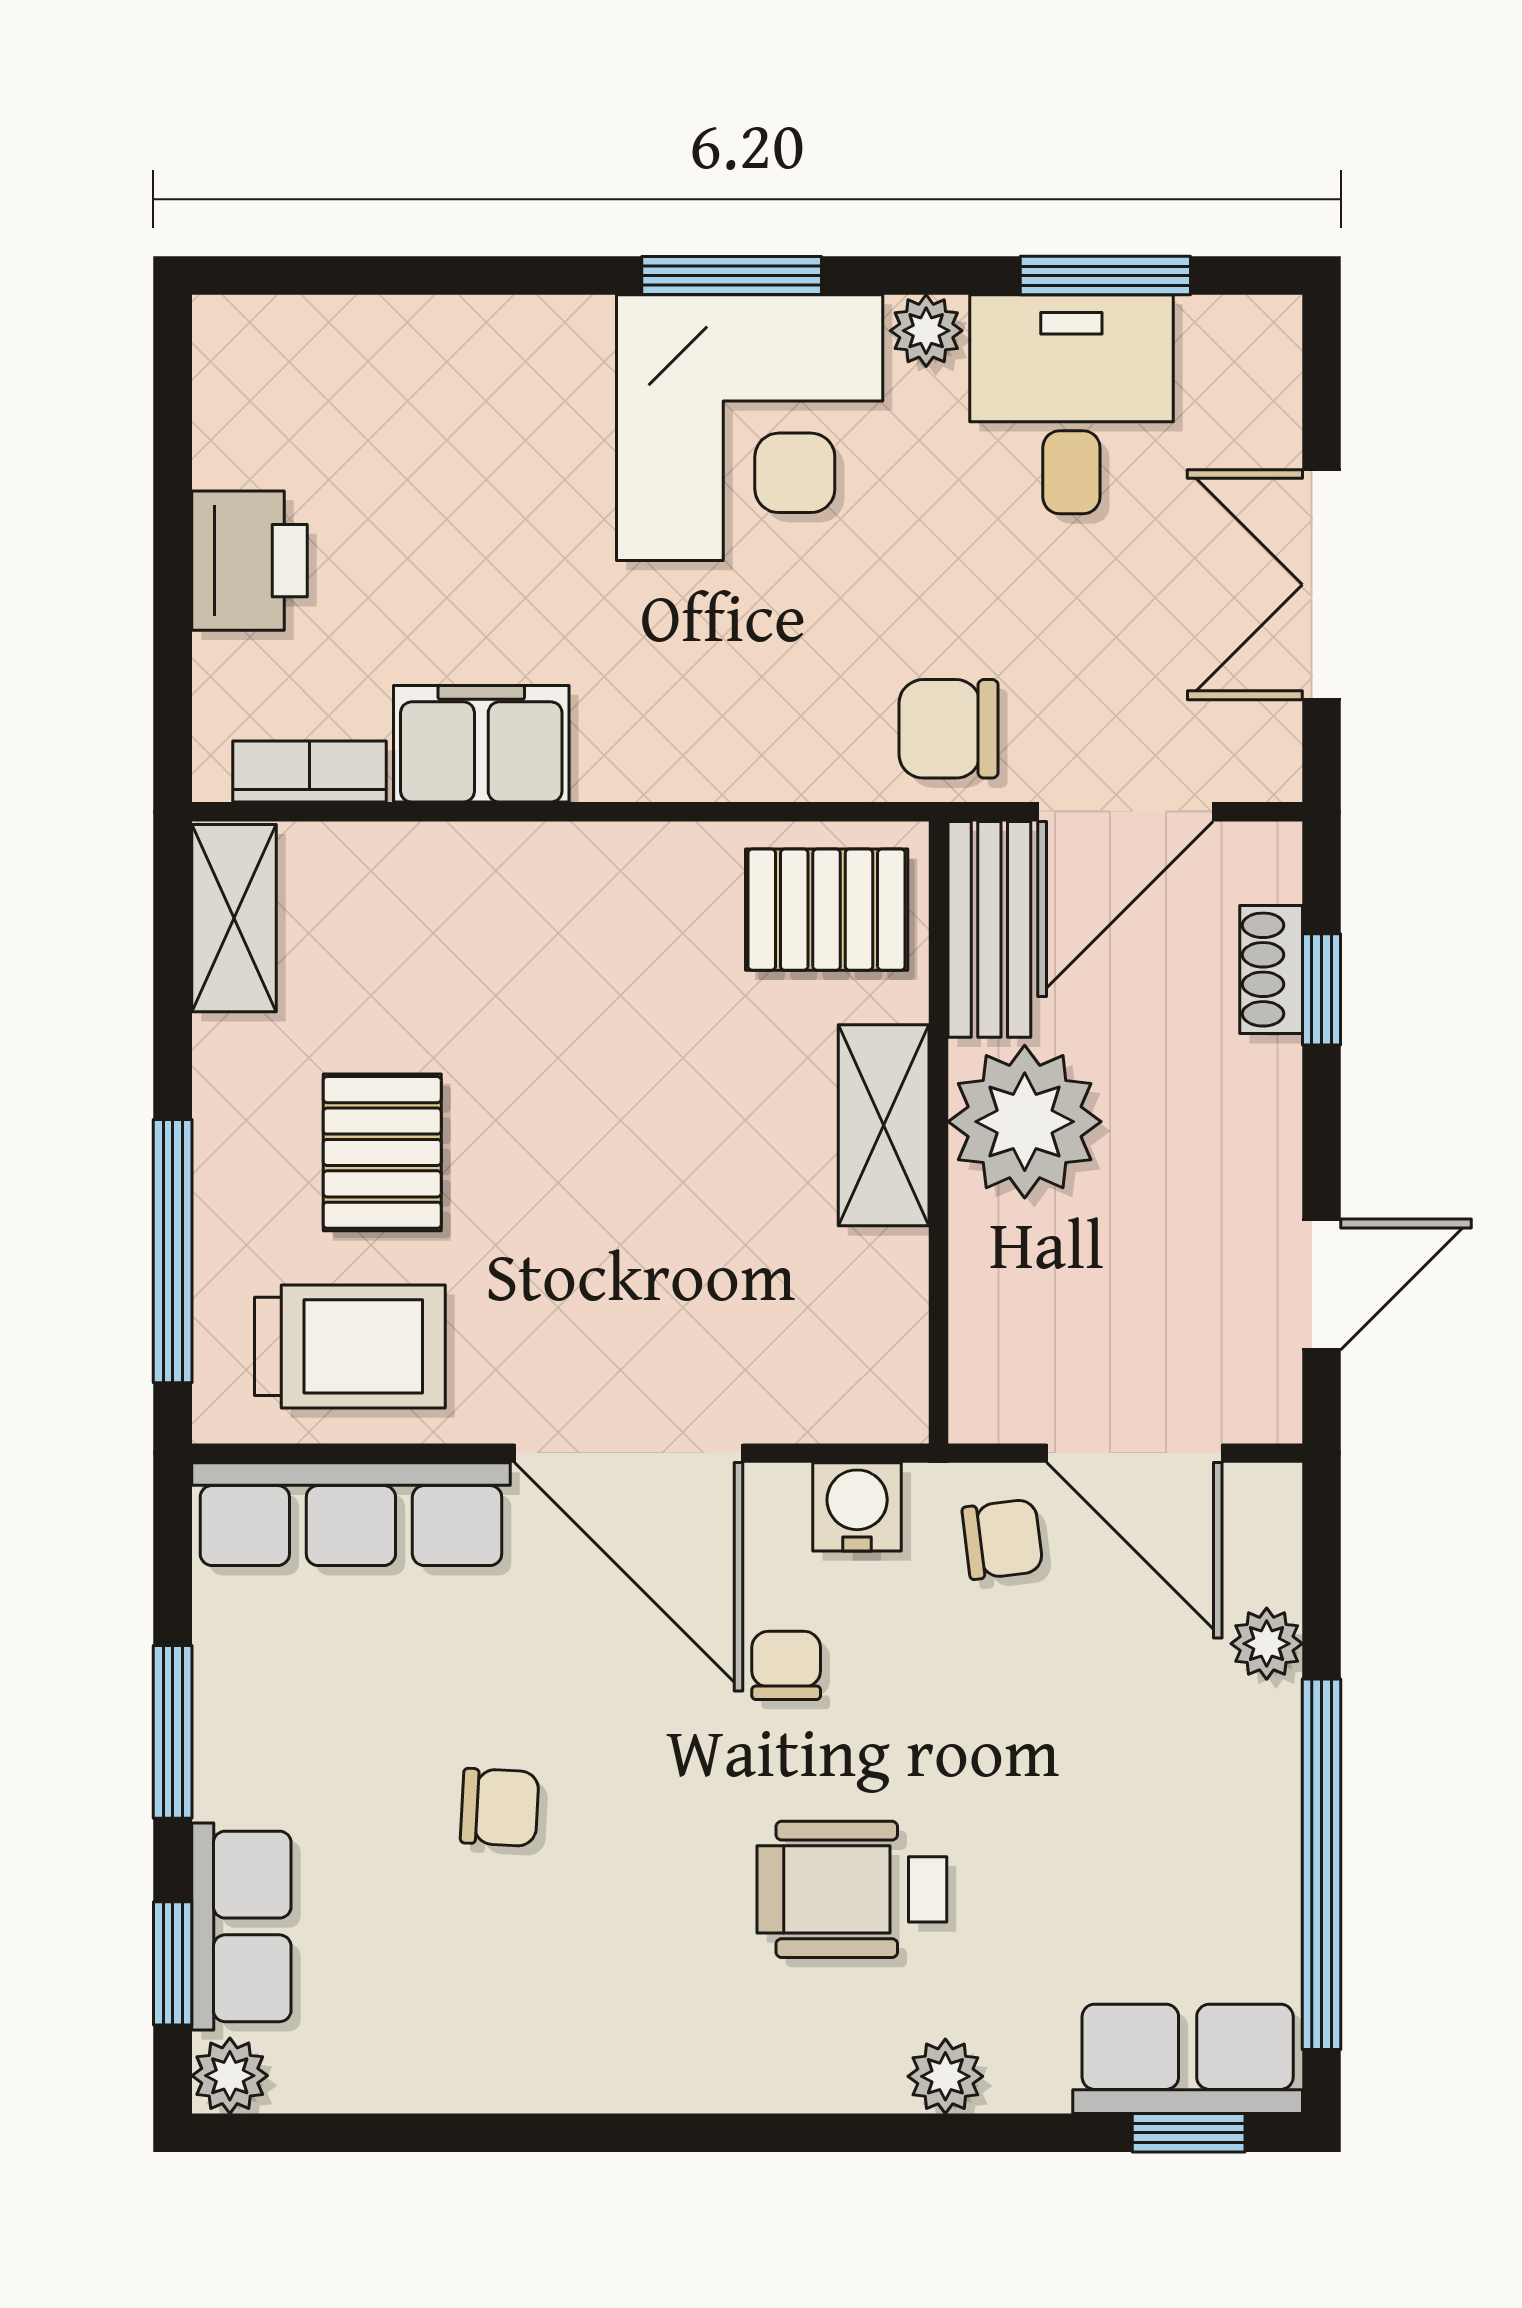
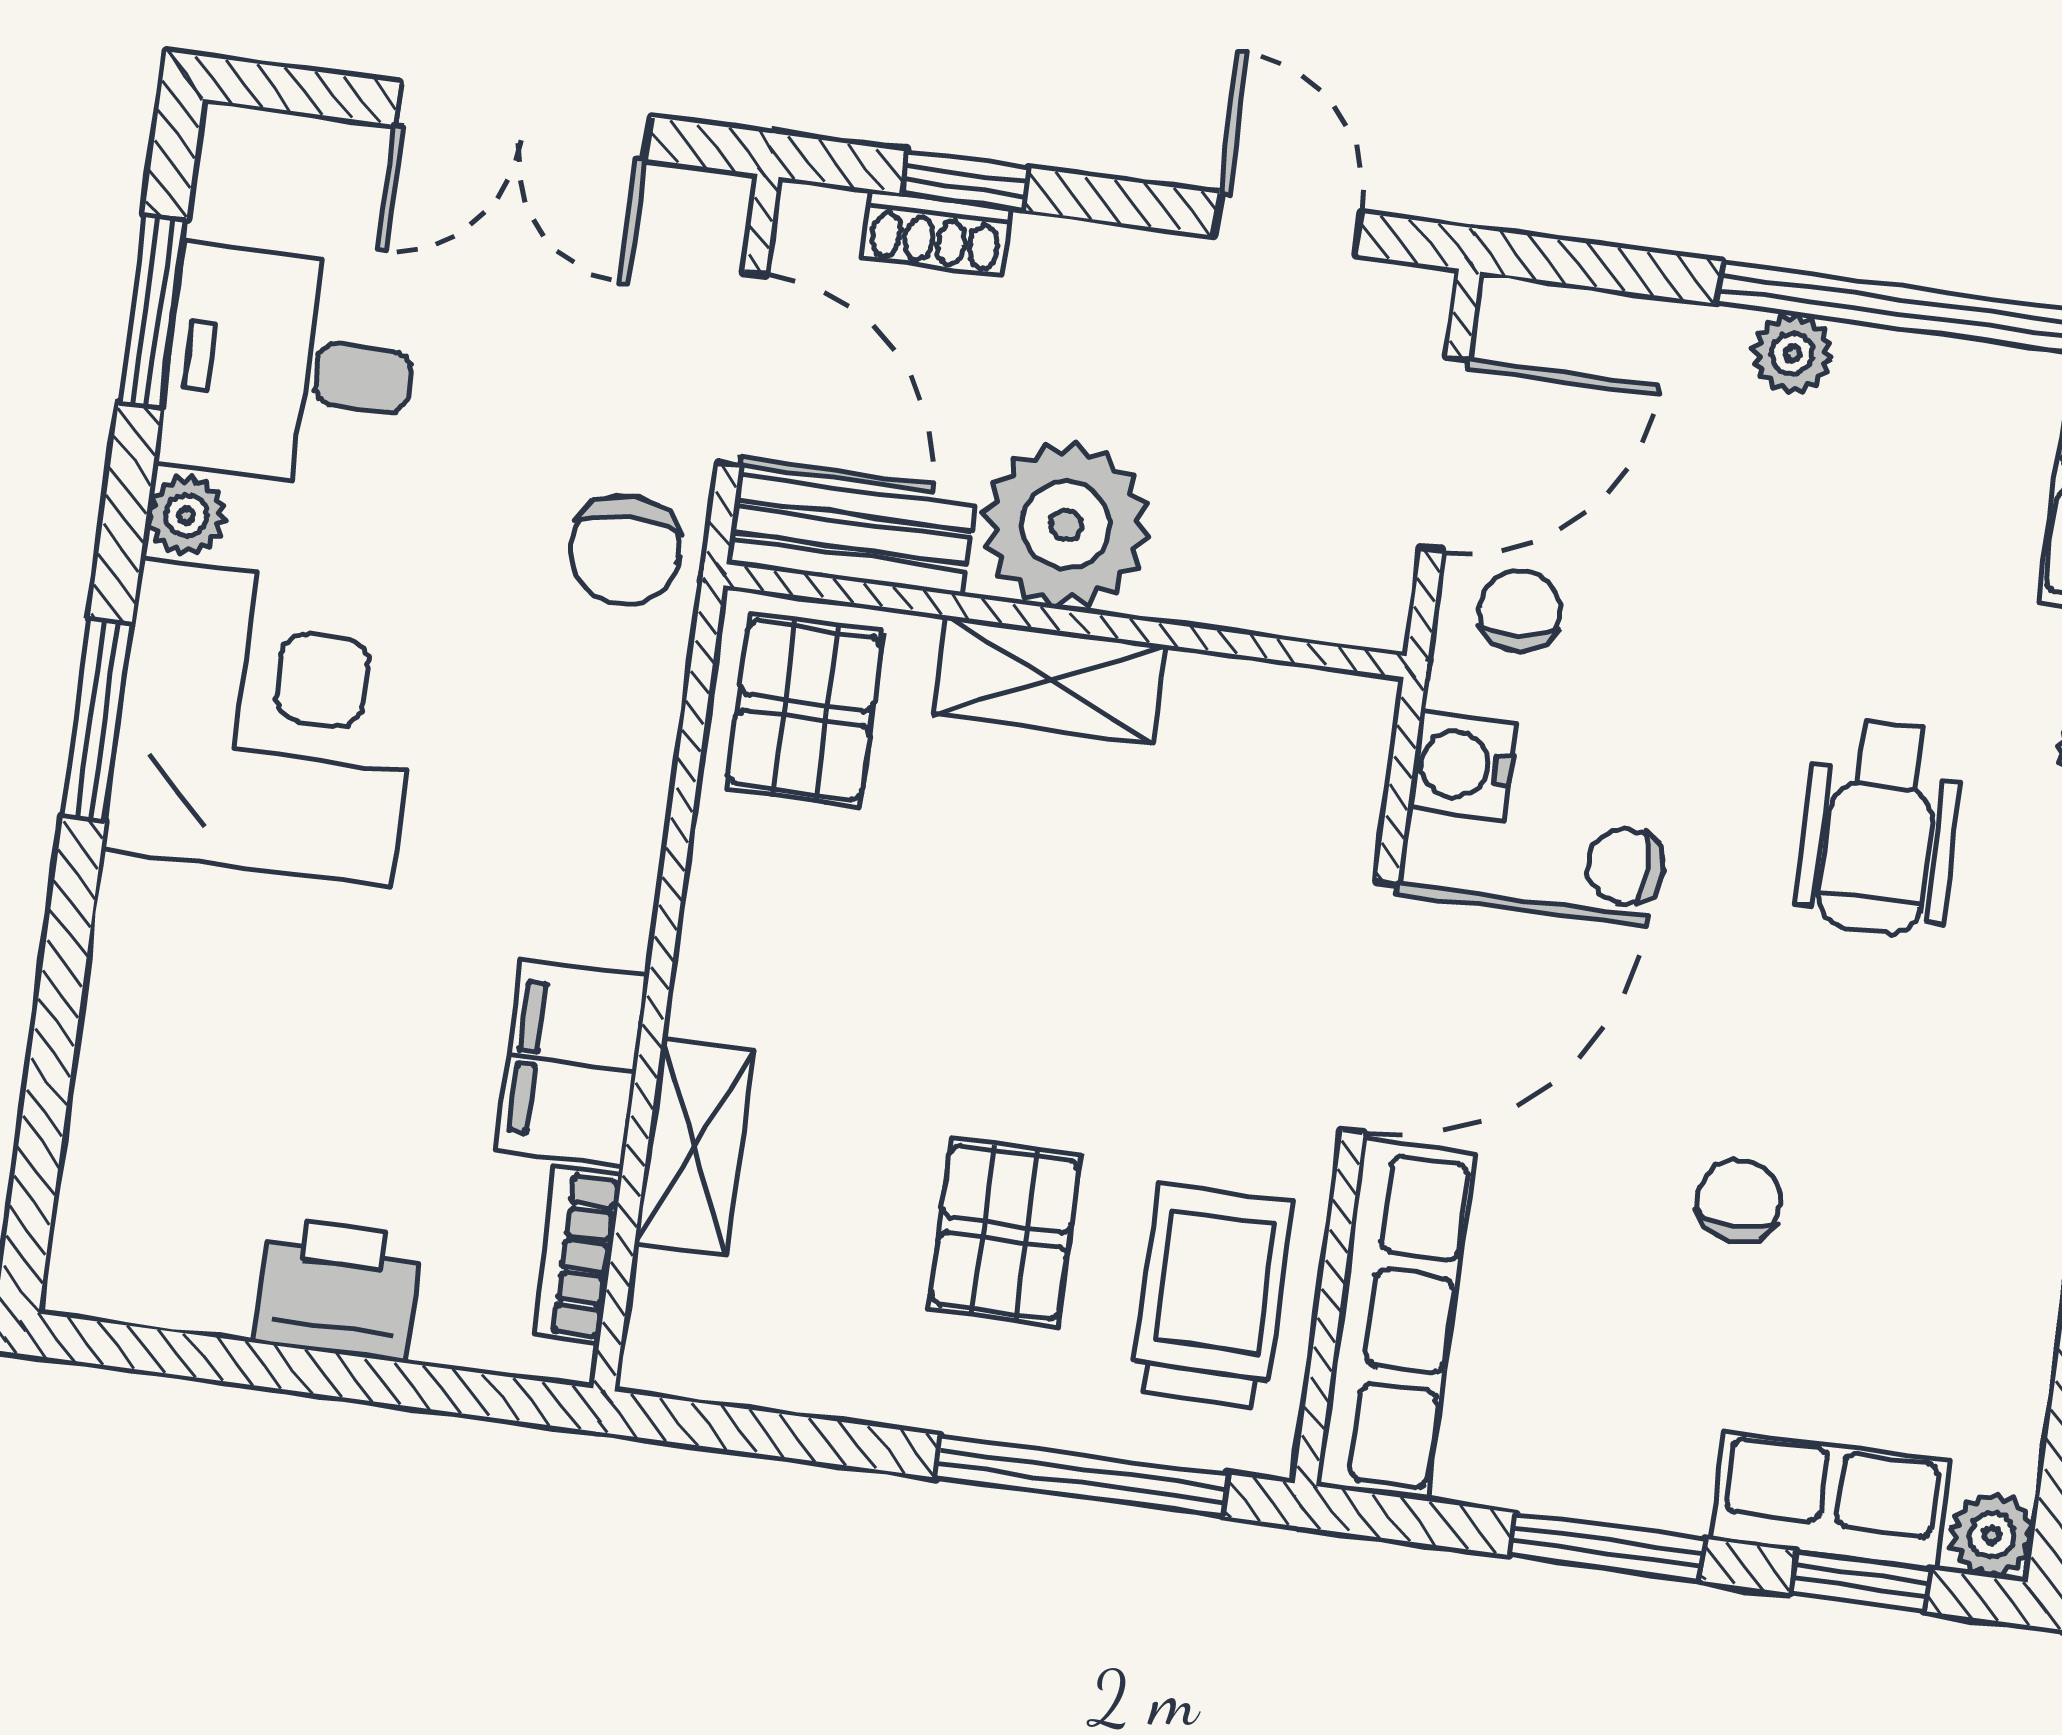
shelving: (234, 918) -> (694, 1147), moved, turned 90
pallet: (382, 1152) -> (1005, 1232), turned 90
plant: (1267, 1644) -> (1792, 354), moved

